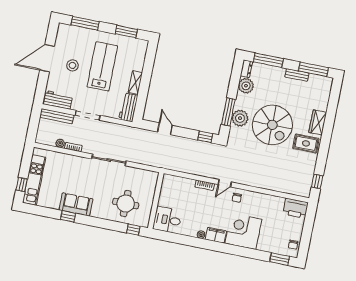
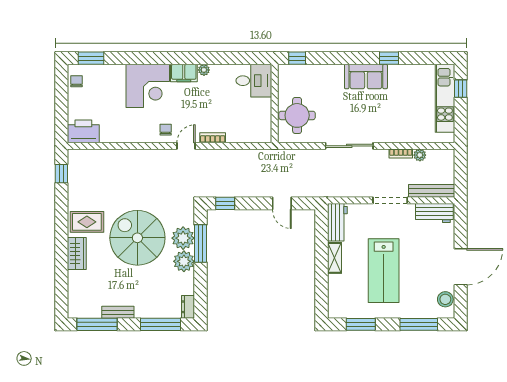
stool: (72, 65) -> (445, 299), moved
plant: (246, 86) -> (184, 261), moved
sofa: (76, 204) -> (366, 77), moved
round table: (126, 204) -> (297, 115), moved

